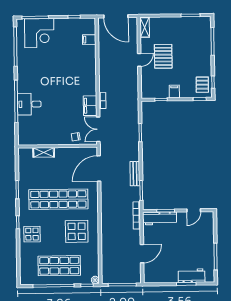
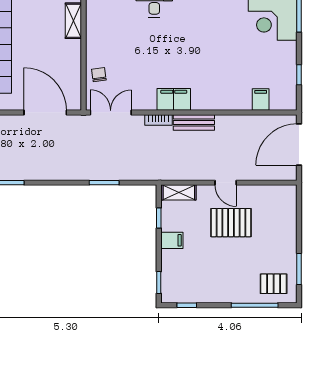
shelving: (145, 27) -> (179, 192), moved
pallet: (202, 85) -> (274, 284), moved
filing cabinet: (90, 106) -> (174, 99), moved
bench: (135, 174) -> (194, 122), moved

